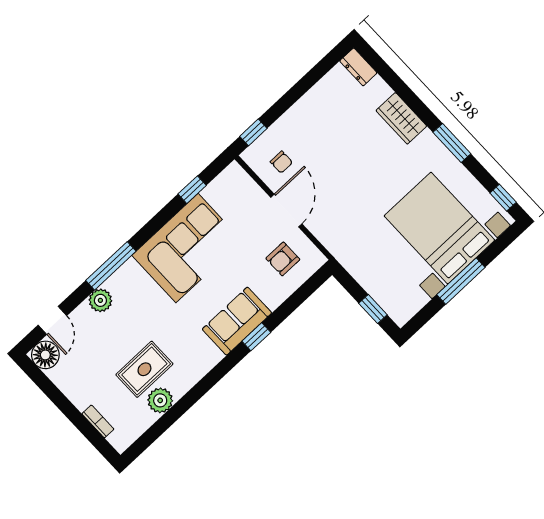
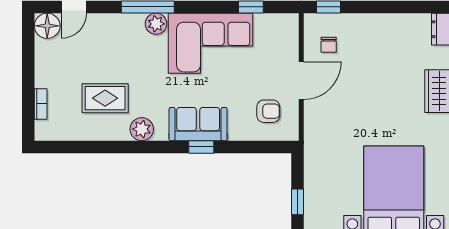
armchair: (283, 259) -> (268, 111), turned 180
plant: (100, 300) -> (156, 24), moved
plant: (160, 400) -> (142, 129), moved

